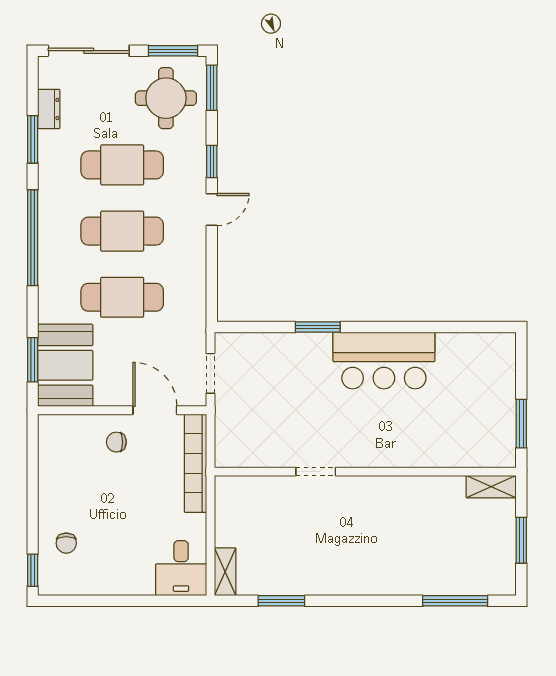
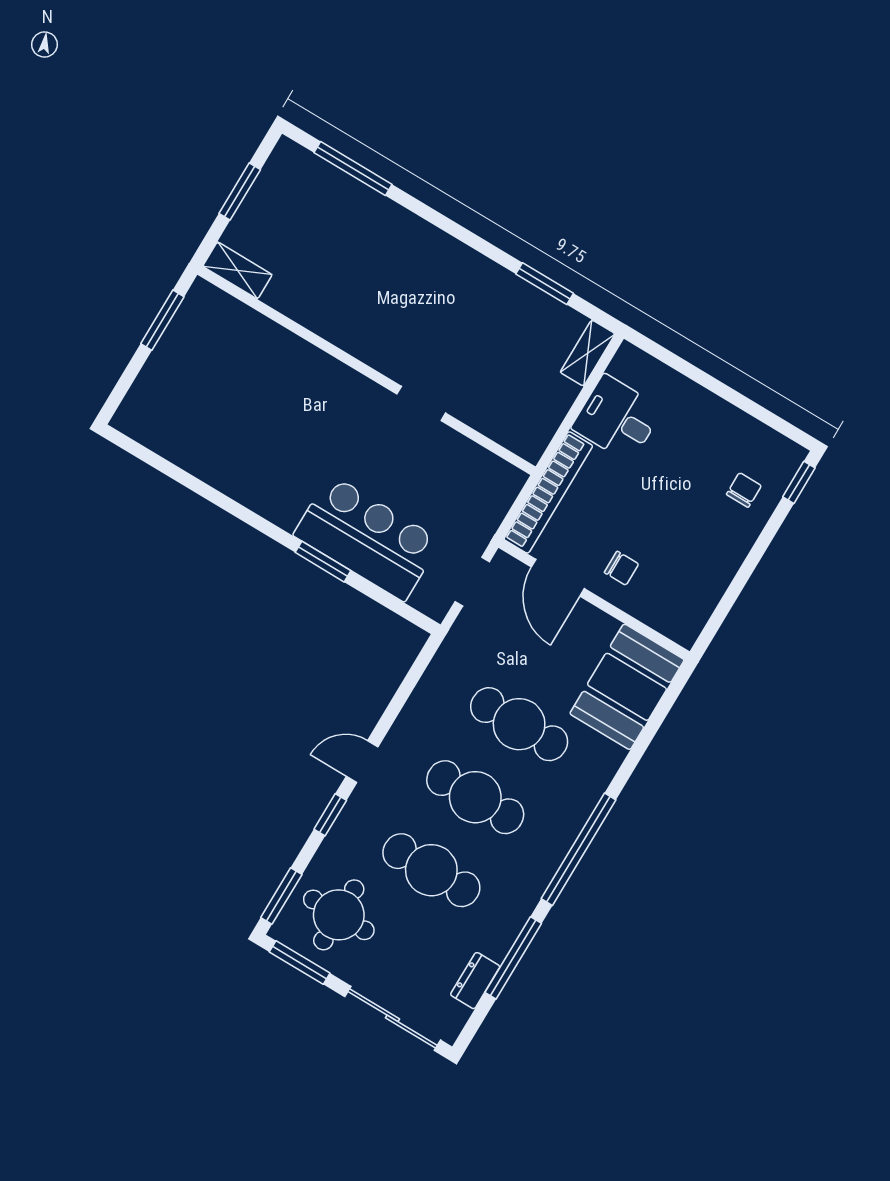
window: (33, 139) -> (513, 958), width x1.44
window: (33, 360) -> (659, 715), removed
bar counter: (384, 361) -> (367, 538), moved
desk: (181, 568) -> (617, 419), moved, turned -90

